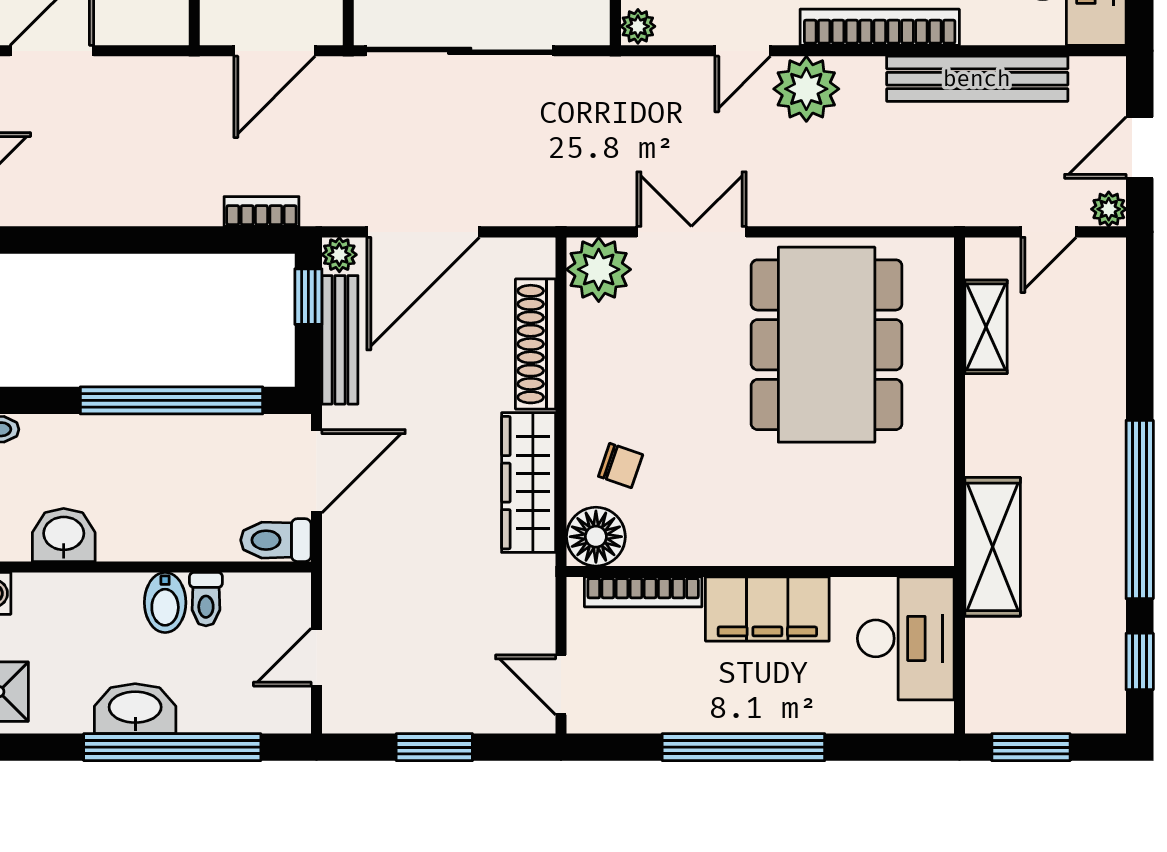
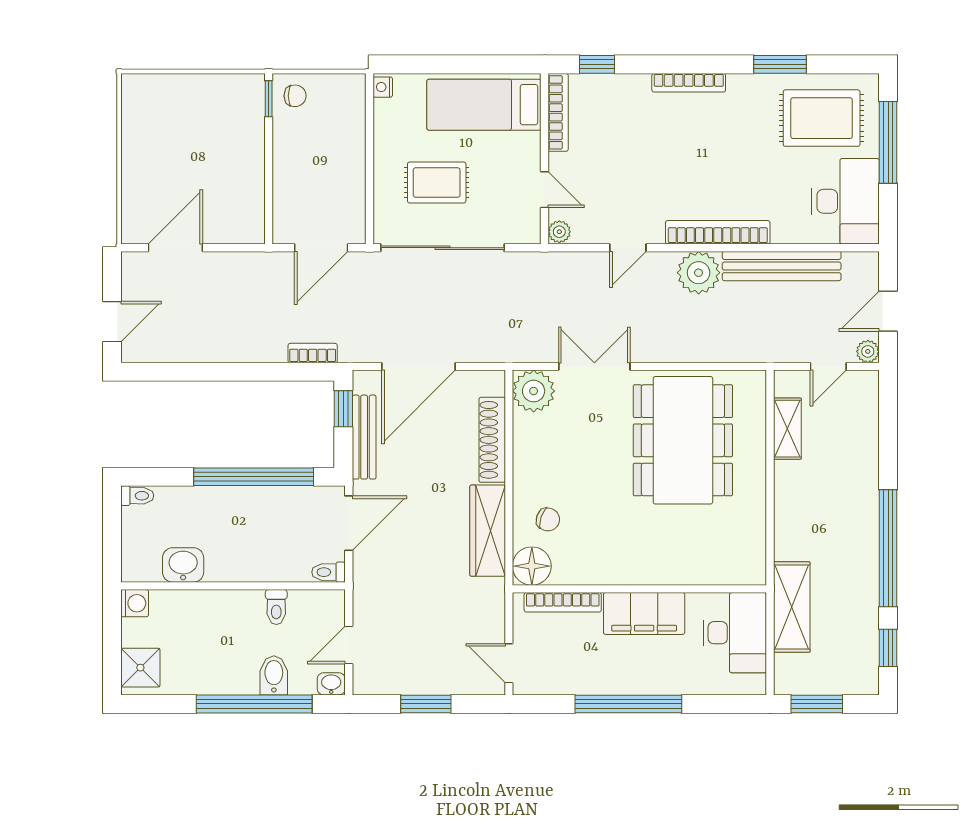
plant: (806, 89) -> (699, 273), moved
plant: (339, 255) -> (364, 381), removed
toilet: (276, 540) -> (329, 572), width x0.73, depth x0.72
shelving: (993, 547) -> (792, 607), moved
bidet: (165, 602) -> (274, 675), moved, turned 180
washbasin: (135, 709) -> (331, 684), moved, width x0.52, depth x0.69

